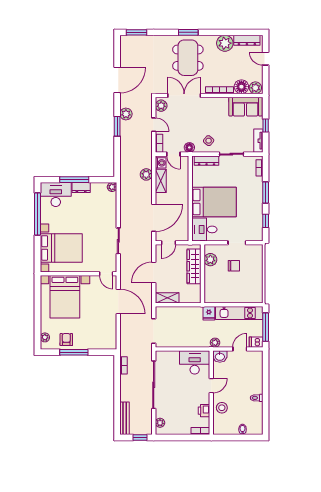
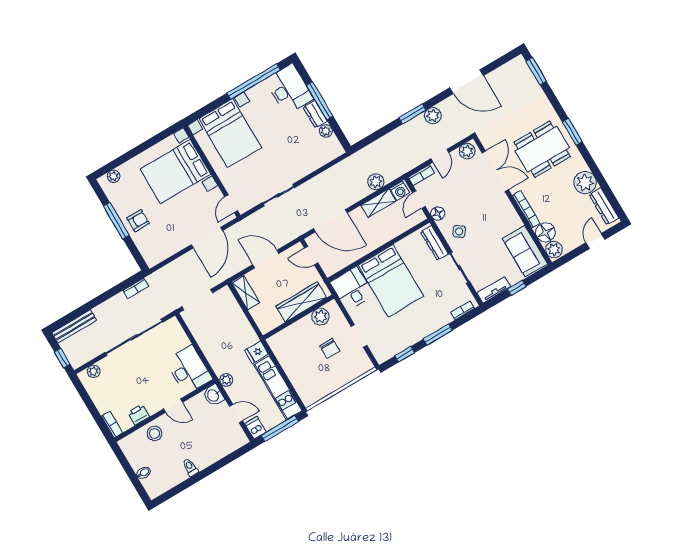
plant: (112, 187) -> (326, 131), moved
armchair: (66, 340) -> (138, 221), moved

